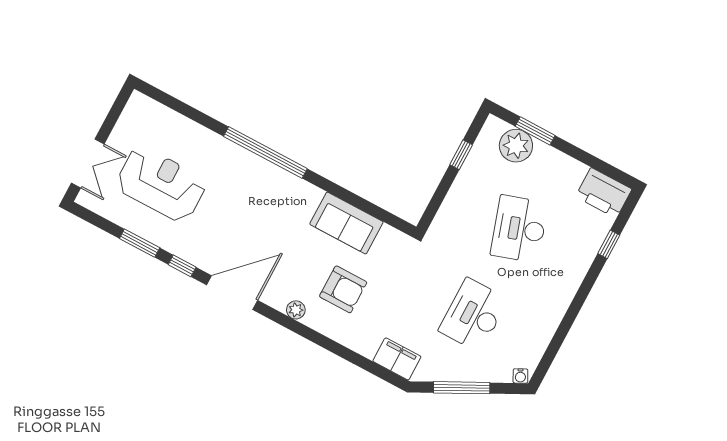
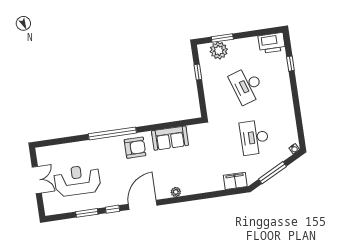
double door: (88, 164) -> (37, 180), moved
armchair: (343, 289) -> (135, 148), moved

